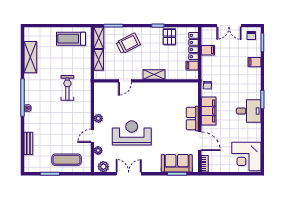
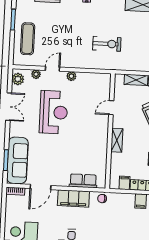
door: (125, 81) -> (111, 108), hinge flipped
row of seats: (192, 119) -> (83, 181), moved
door: (92, 136) -> (52, 69), hinge flipped
sofa: (177, 163) -> (17, 160), width x1.36

